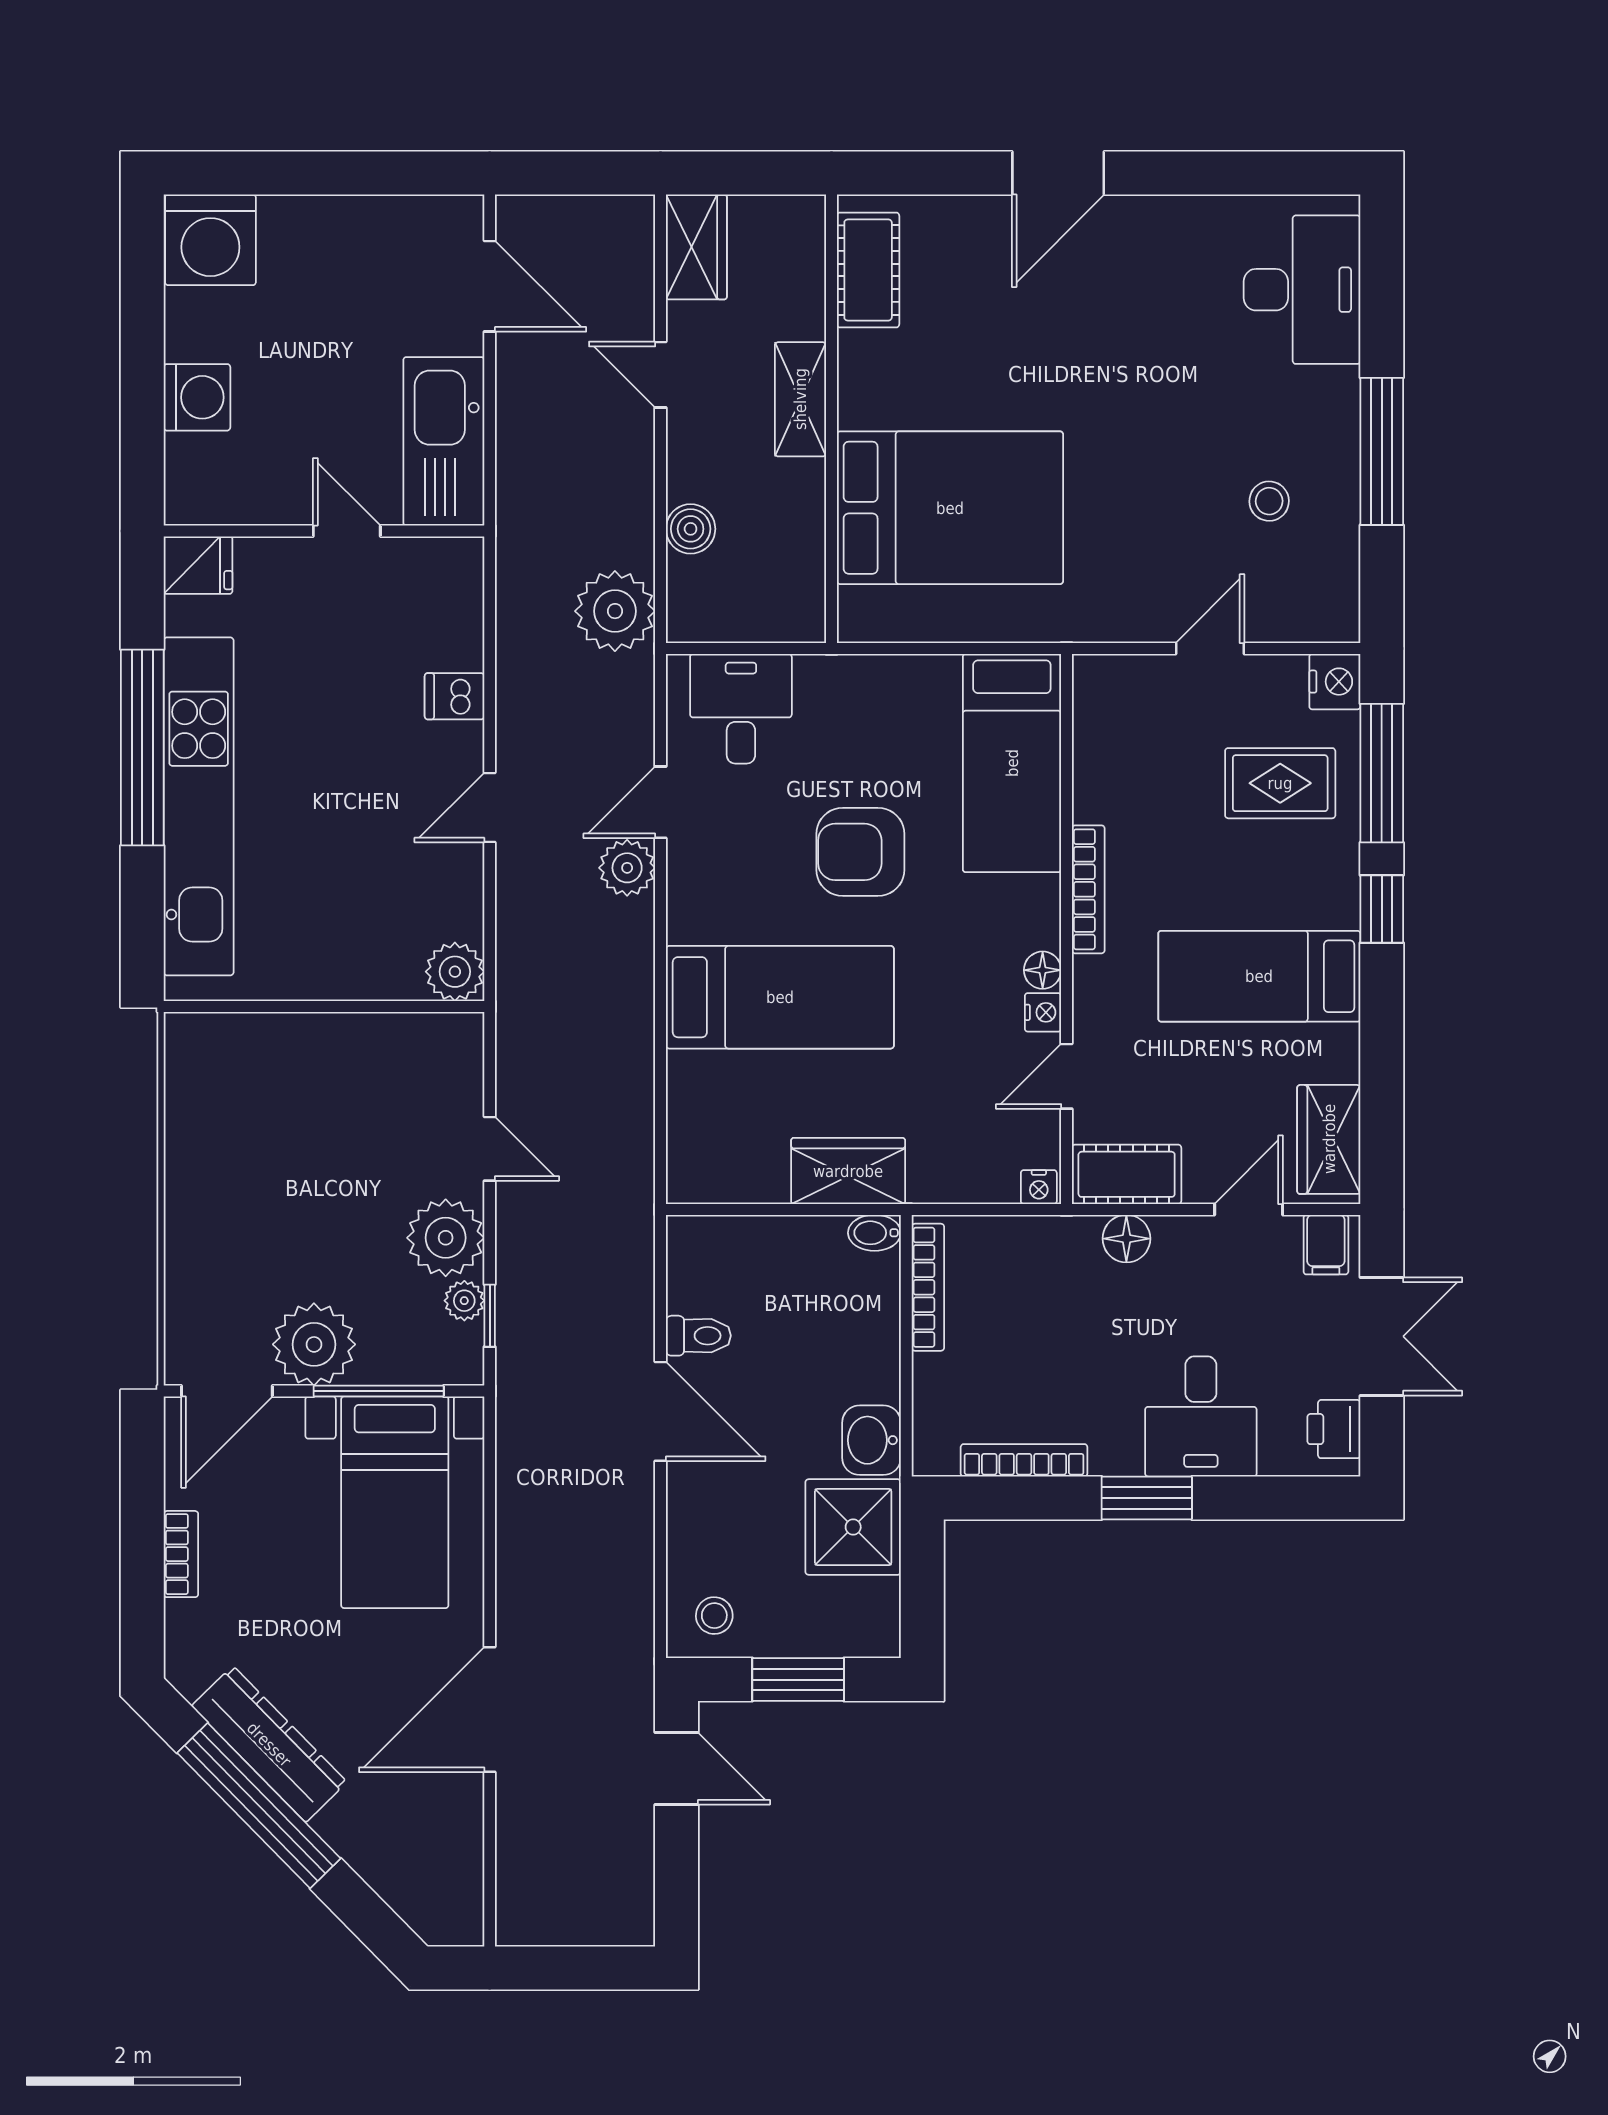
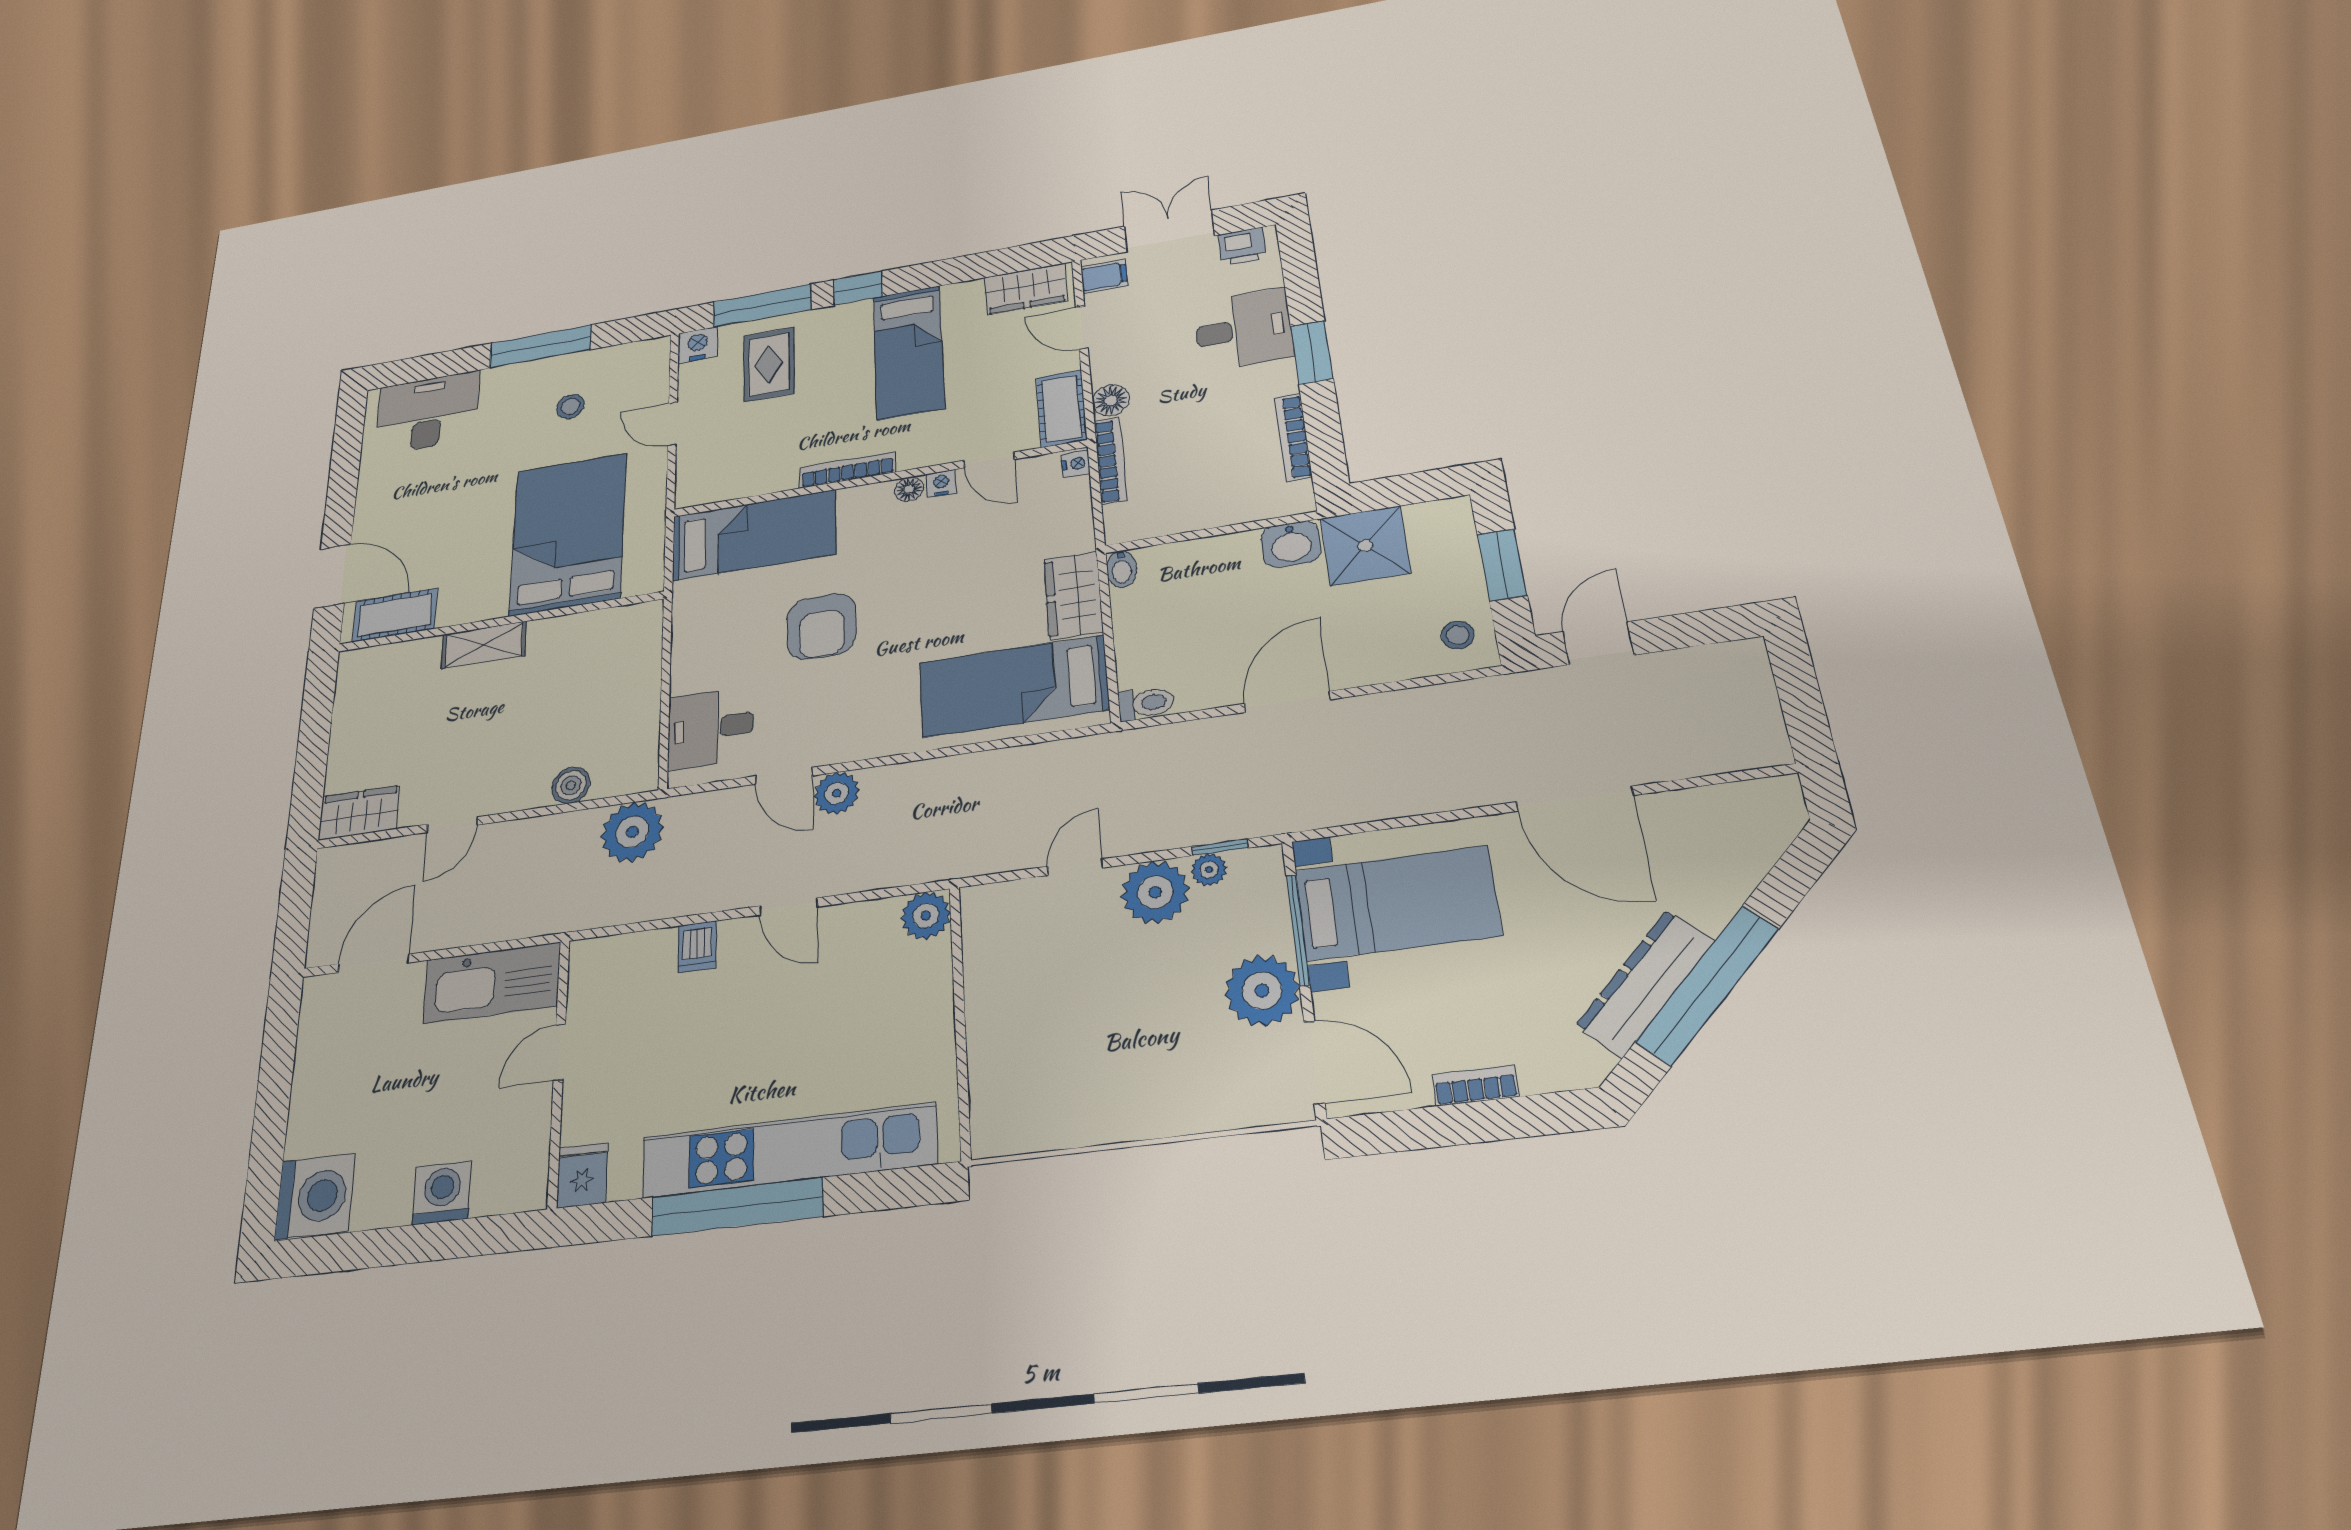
cot: (868, 270) -> (395, 615), moved
shelving: (800, 399) -> (484, 645), moved
wall: (831, 419) -> (499, 622), moved
bed: (950, 508) -> (568, 534), moved
bed: (780, 997) -> (1014, 686), moved, turned -90
bookcase: (928, 1287) -> (1110, 461), moved, turned 90
toilet: (698, 1336) -> (1146, 703), moved, turned 90

